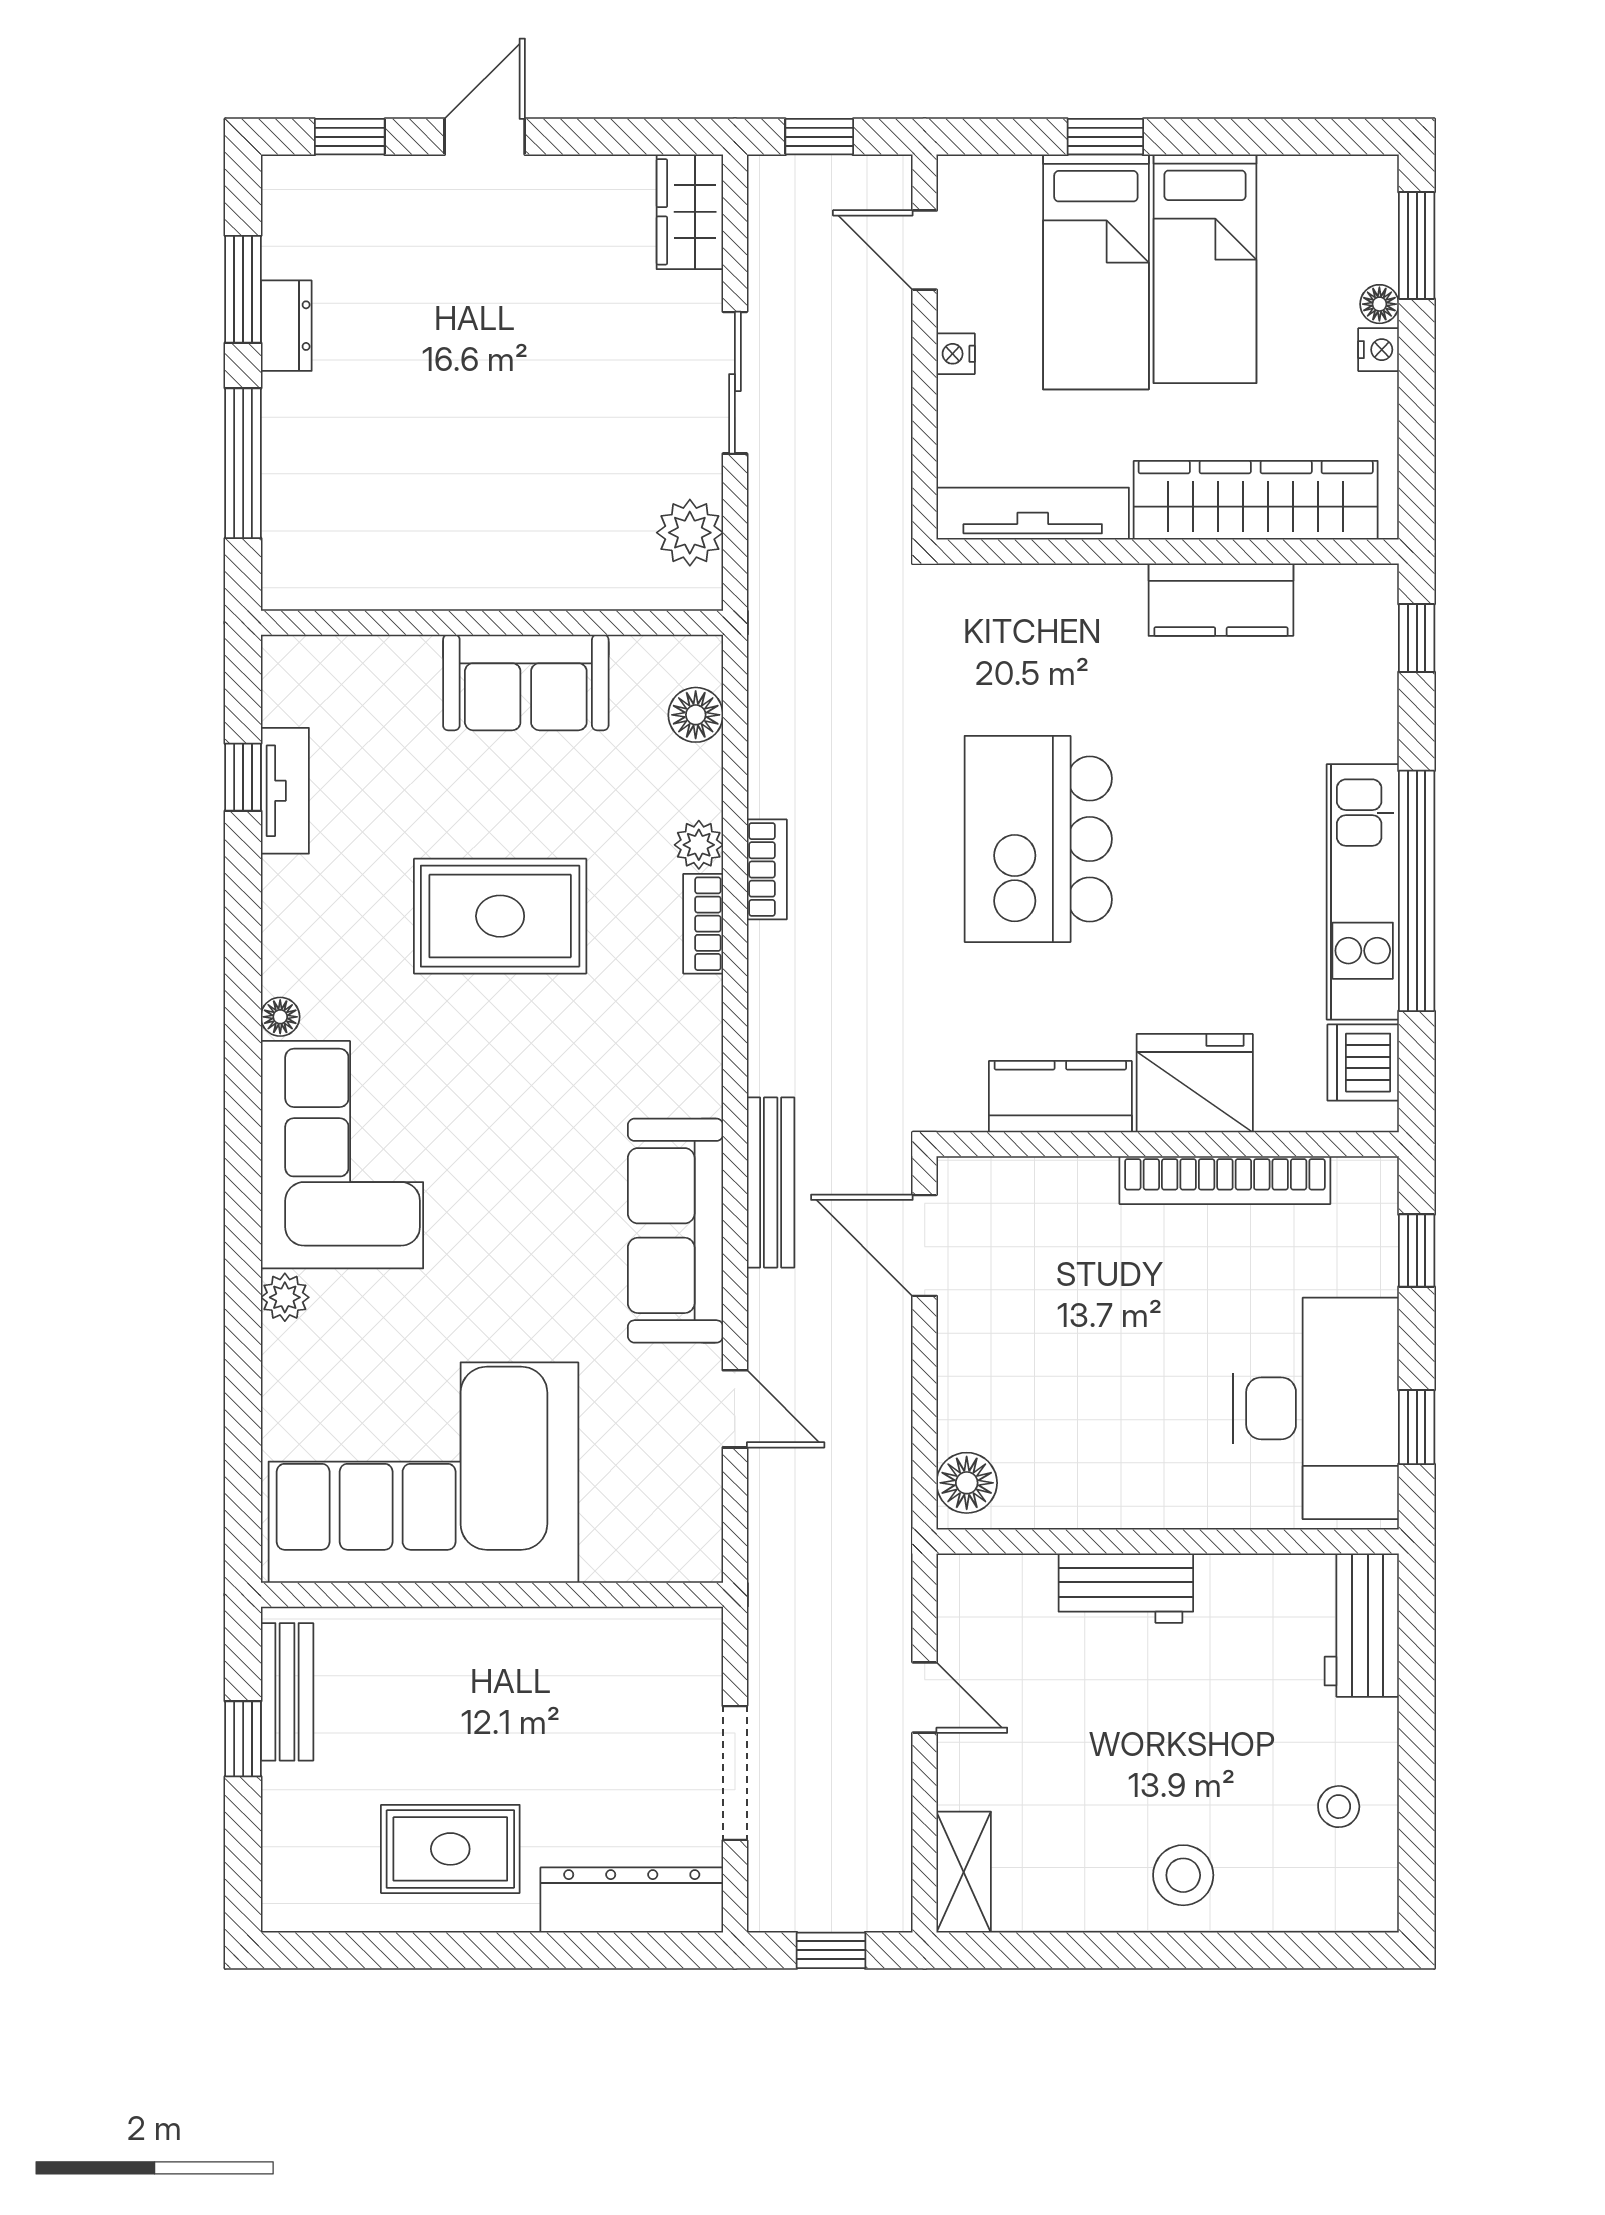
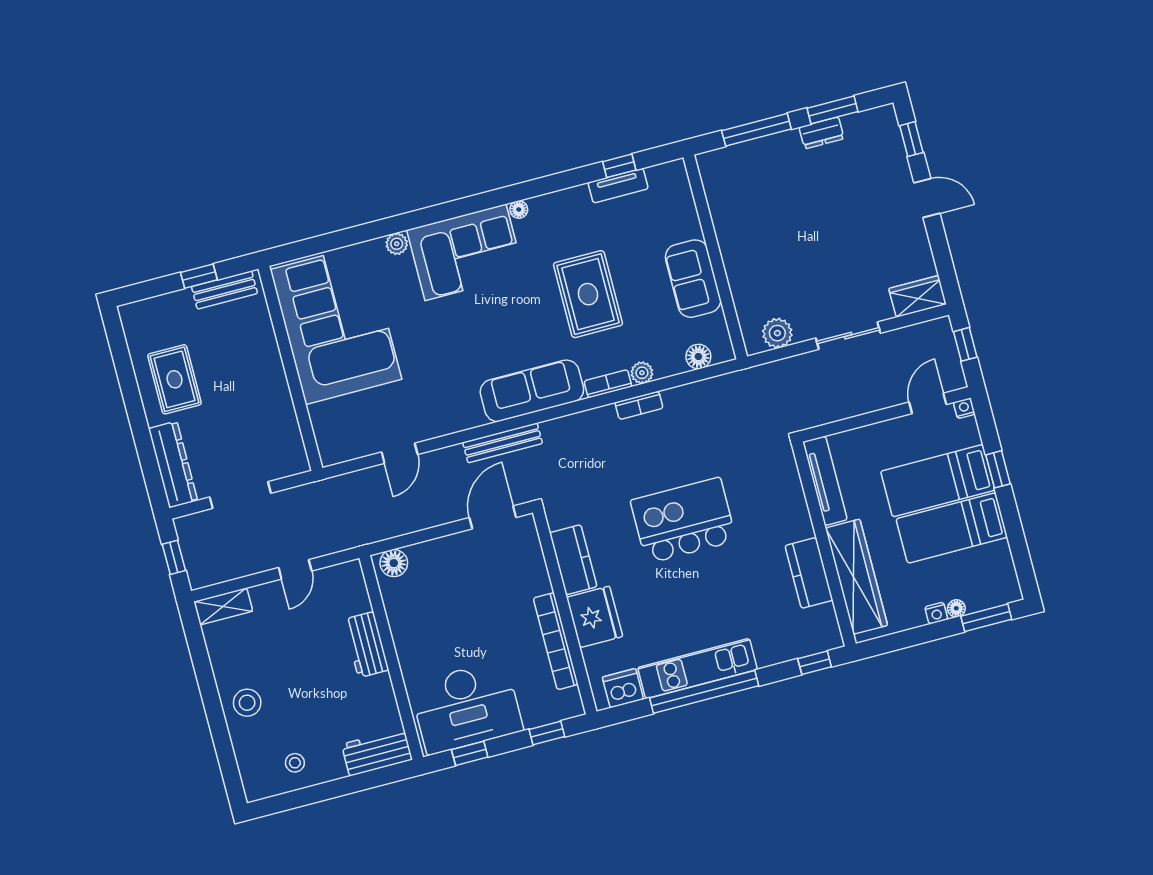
nightstand: (956, 354) -> (964, 408), moved
sofa: (675, 1231) -> (532, 391), moved

